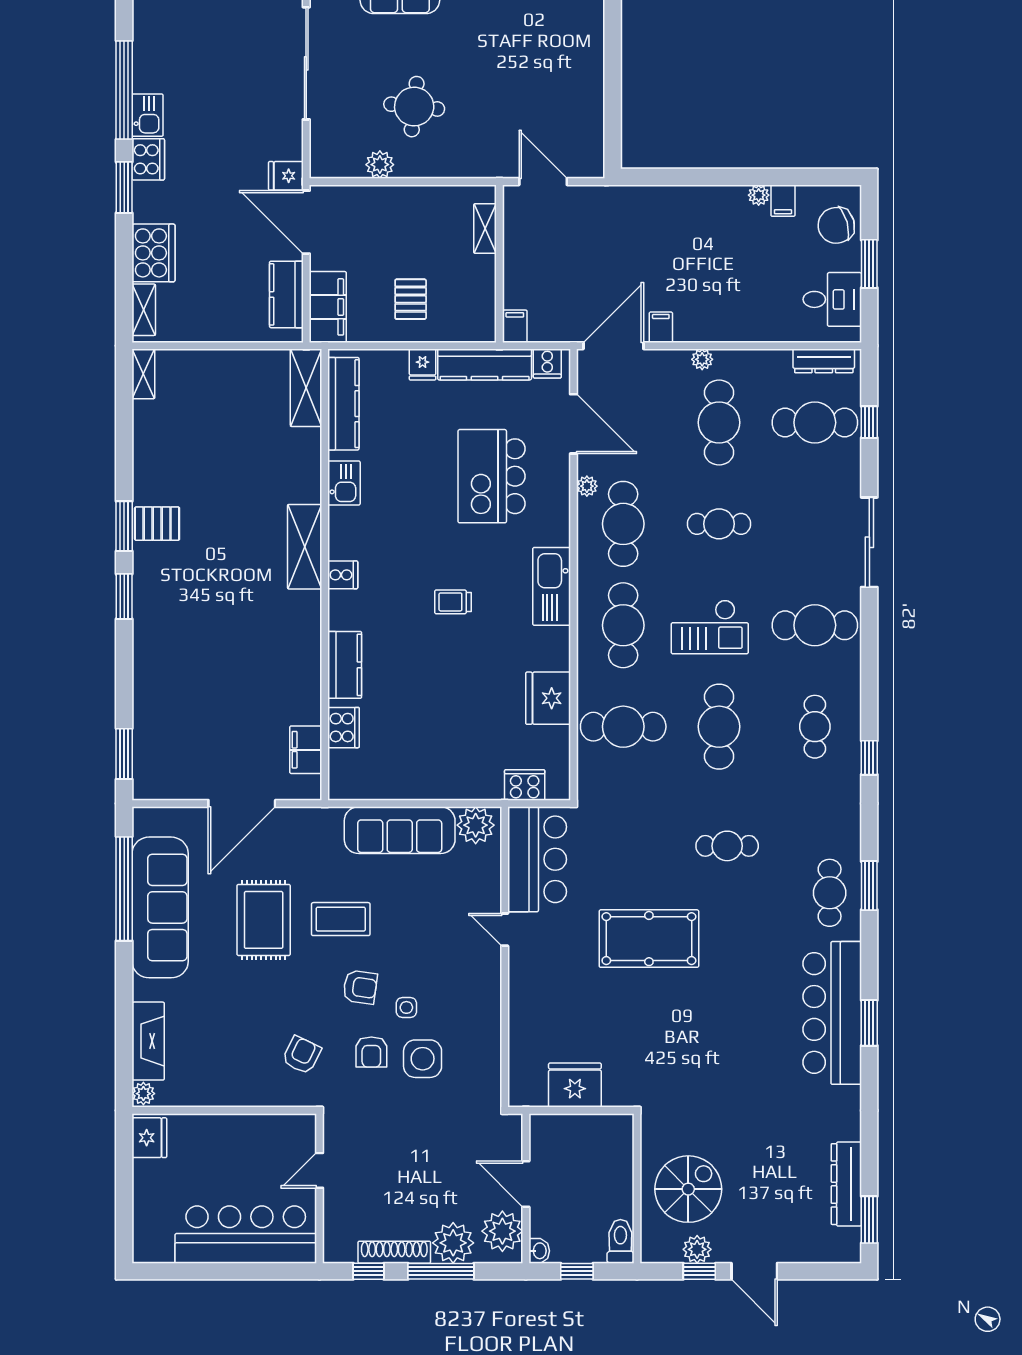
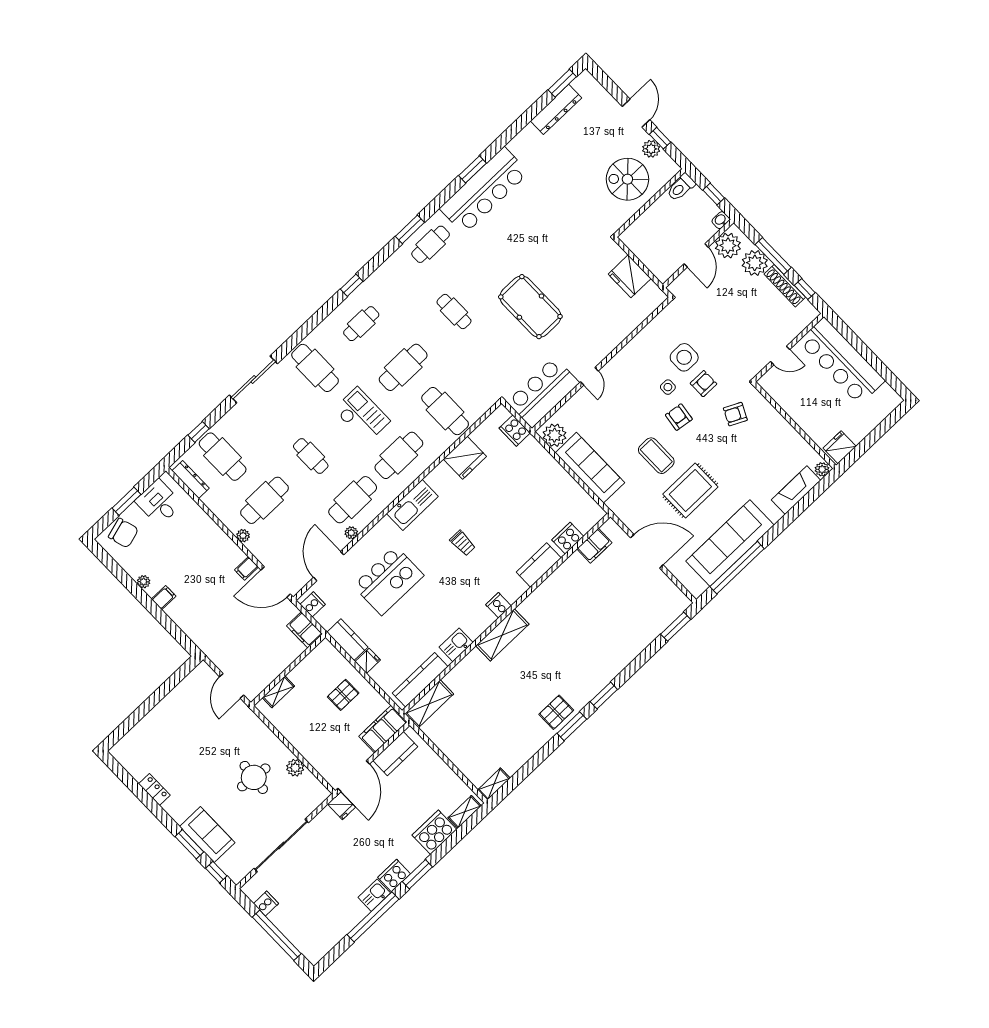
filing cabinet: (783, 201) -> (164, 598), moved
filing cabinet: (515, 326) -> (305, 630), width x2.00
kitchen counter: (485, 364) -> (347, 640), width x0.67
pallet: (157, 524) -> (556, 712), turned 90

